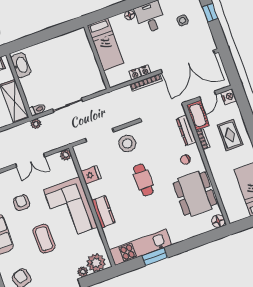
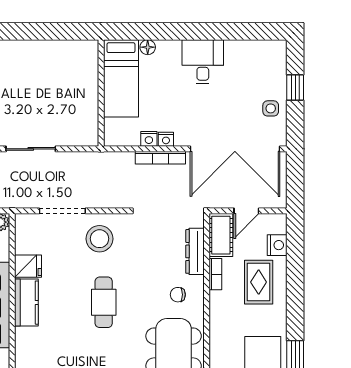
floor lamp: (129, 15) -> (148, 47), moved
side table: (183, 20) -> (271, 108), moved
nightstand: (229, 97) -> (277, 245), moved
kitchen counter: (103, 212) -> (26, 303), moved

